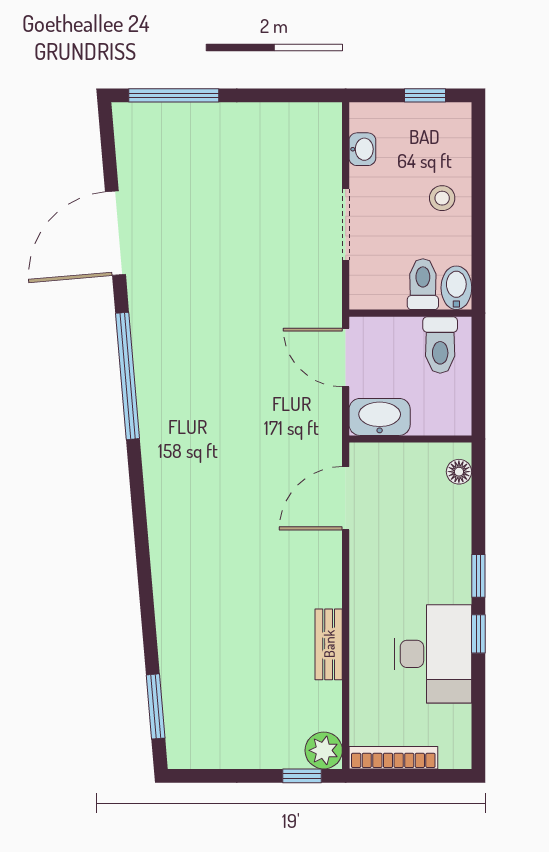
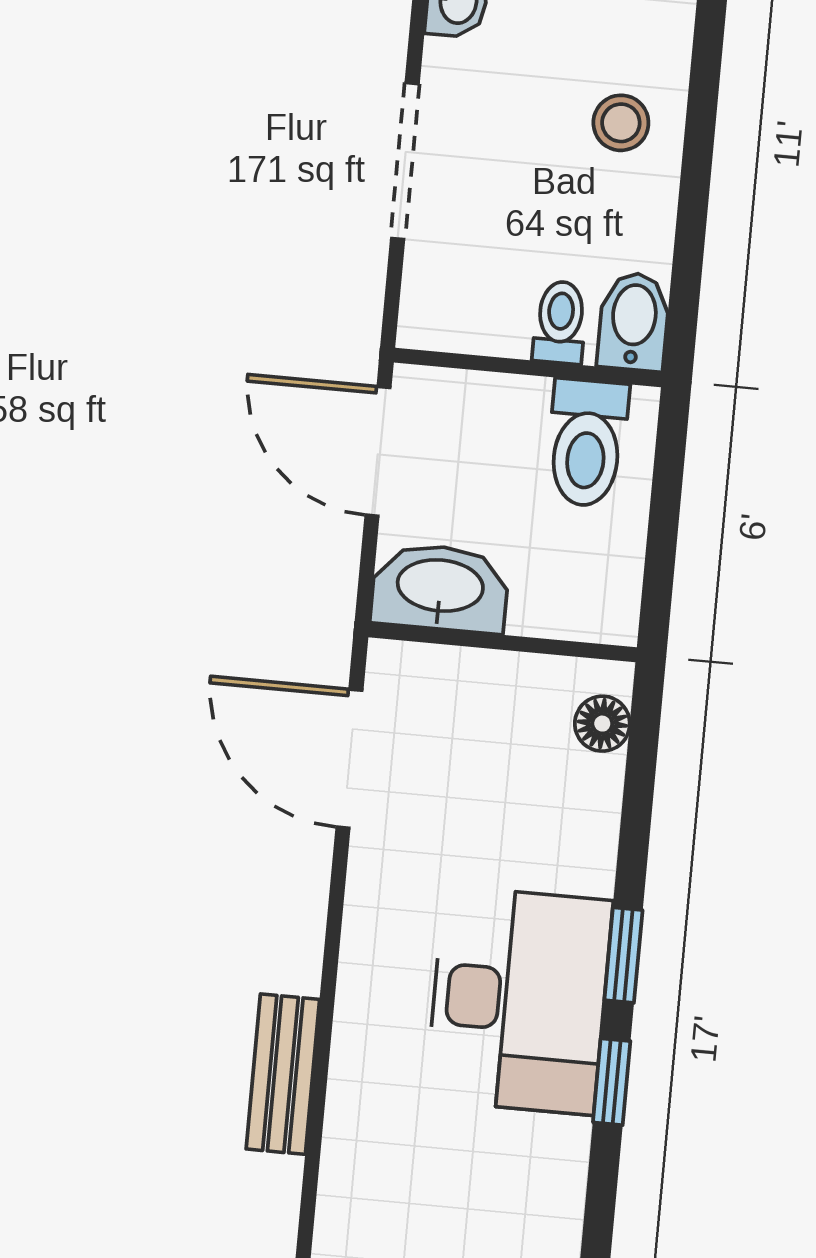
toilet: (423, 284) -> (560, 322), width x0.73, depth x0.72
door: (346, 498) -> (349, 759), hinge flipped
desk: (433, 654) -> (519, 1000), moved

